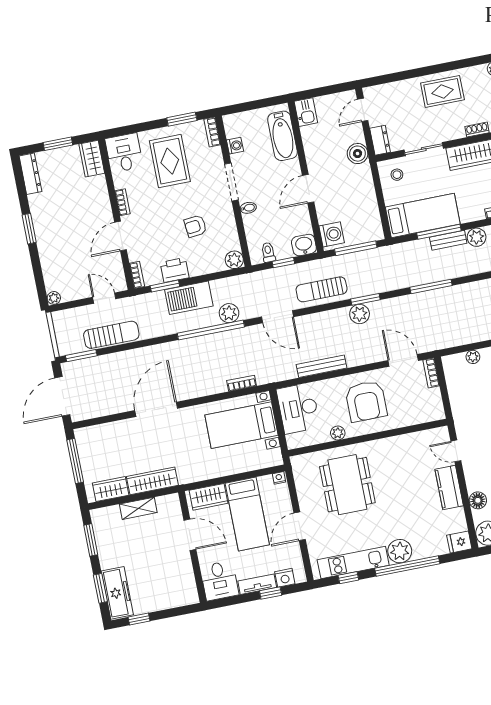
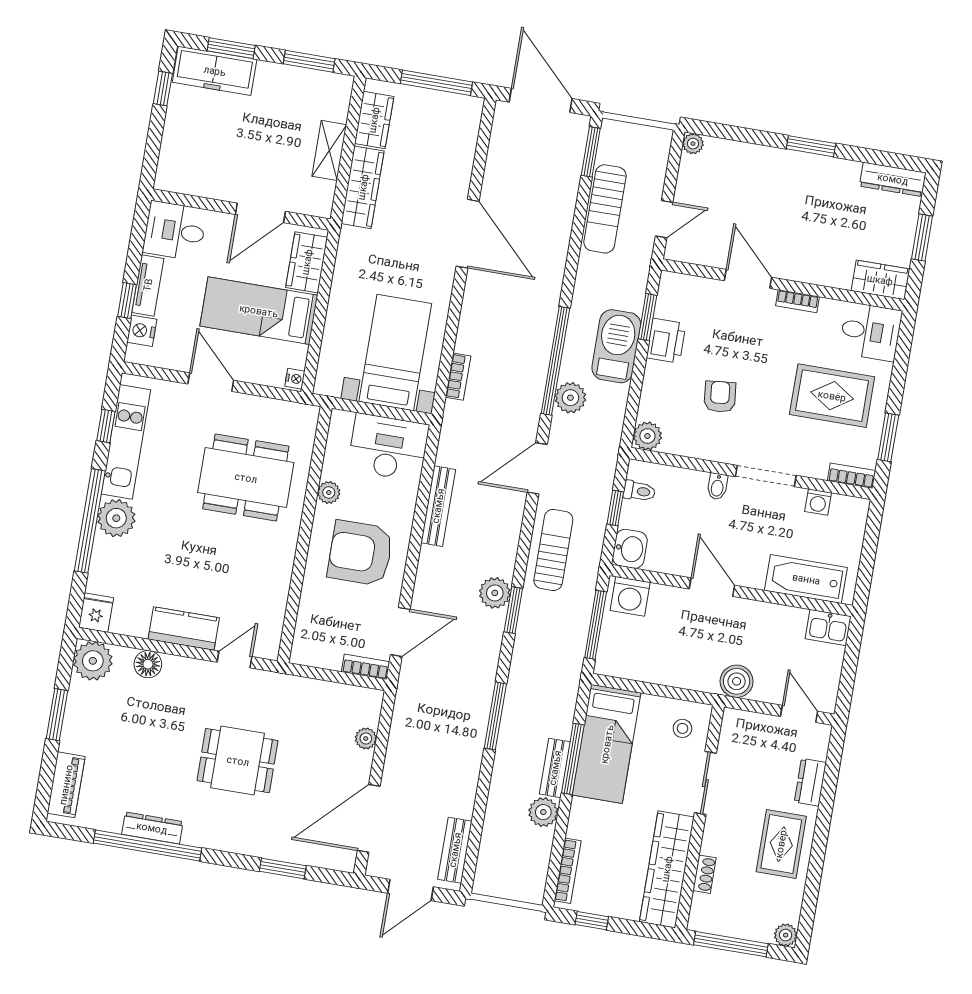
dresser: (380, 140) -> (810, 782), moved, turned 90
bookcase: (137, 275) -> (680, 281), removed

